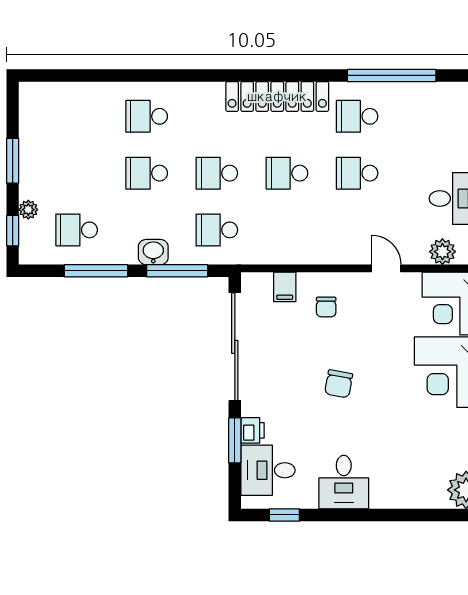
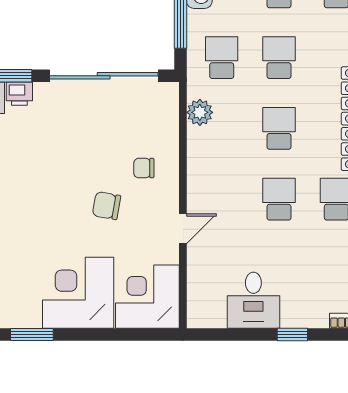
plant: (442, 252) -> (200, 112), moved
filing cabinet: (285, 287) -> (164, 126), removed
chair: (339, 384) -> (107, 206), moved

